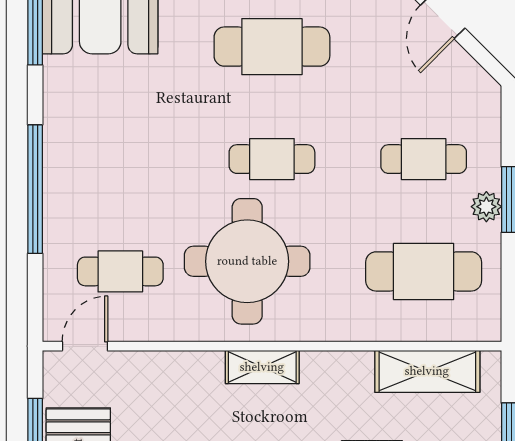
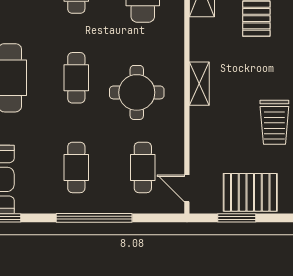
cafe table: (120, 159) -> (76, 167), added
round table: (247, 261) -> (137, 92), width x0.73, depth x0.73

